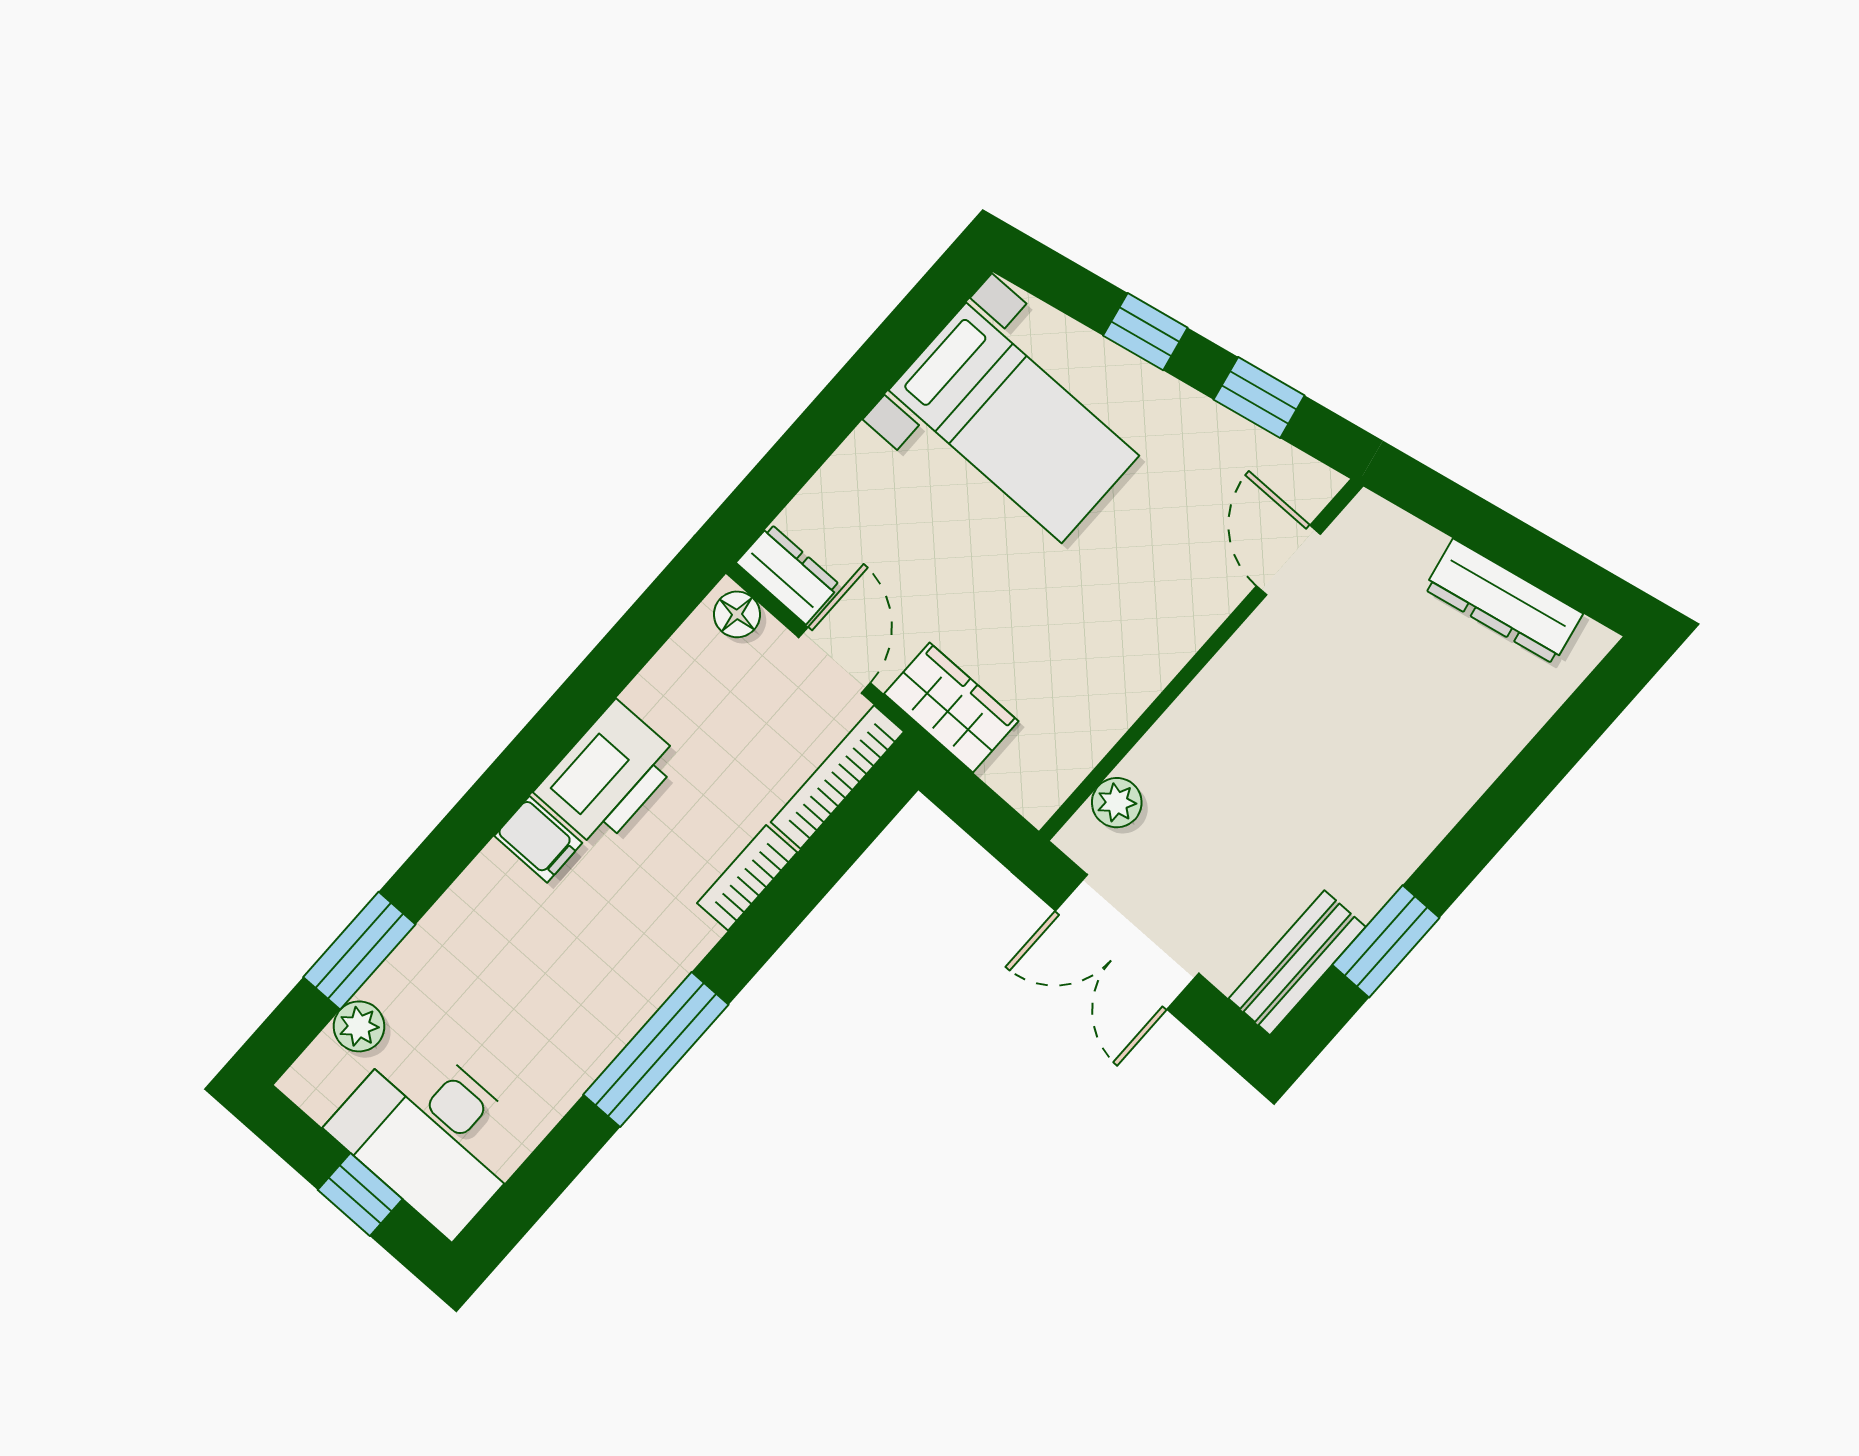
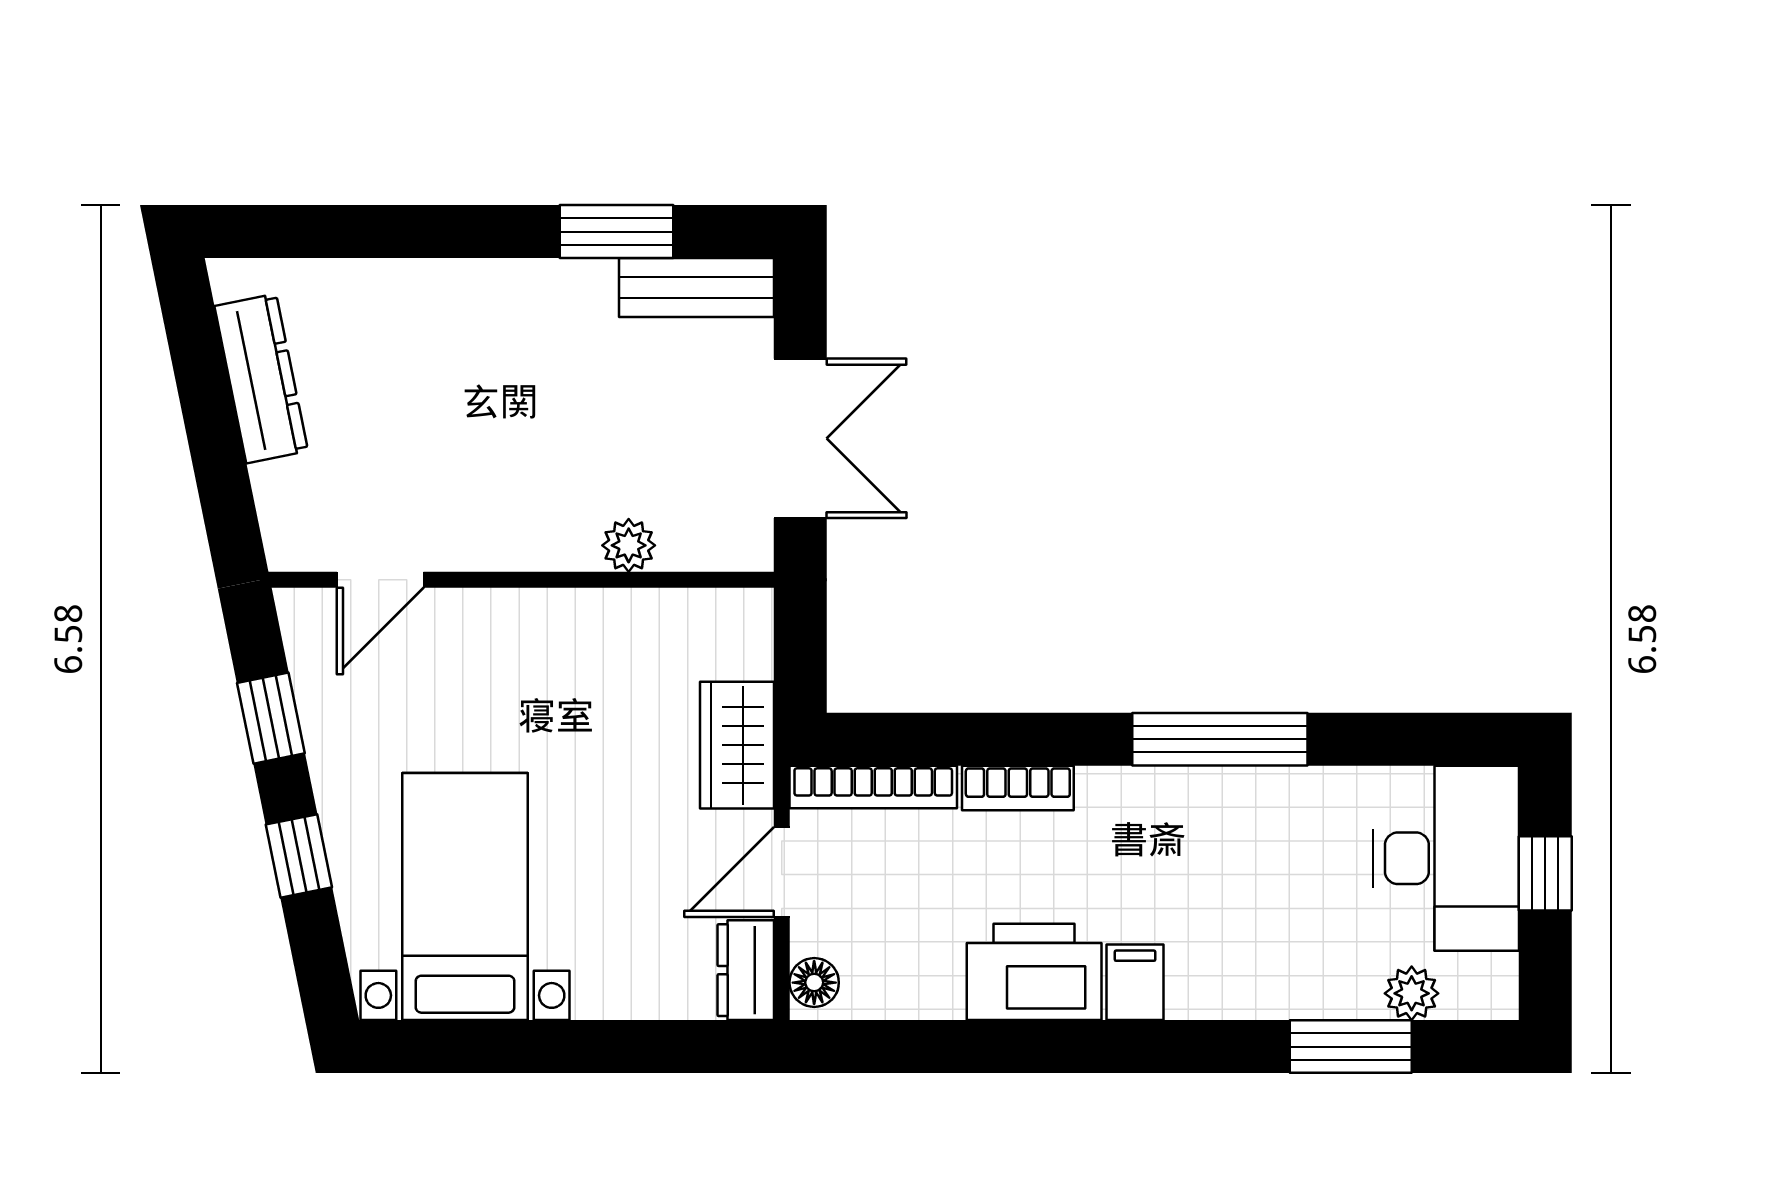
plant: (1117, 803) -> (629, 545), moved

